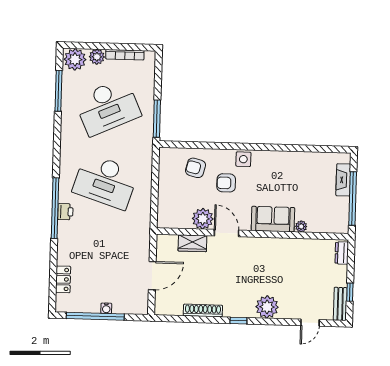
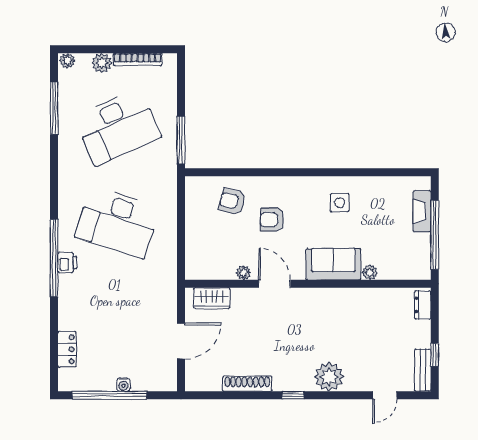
plant: (75, 59) -> (67, 61), width x0.53, depth x0.53
side table: (243, 159) -> (340, 203), moved
plant: (203, 219) -> (243, 273), width x0.53, depth x0.53
wardrobe: (192, 243) -> (212, 298), moved

